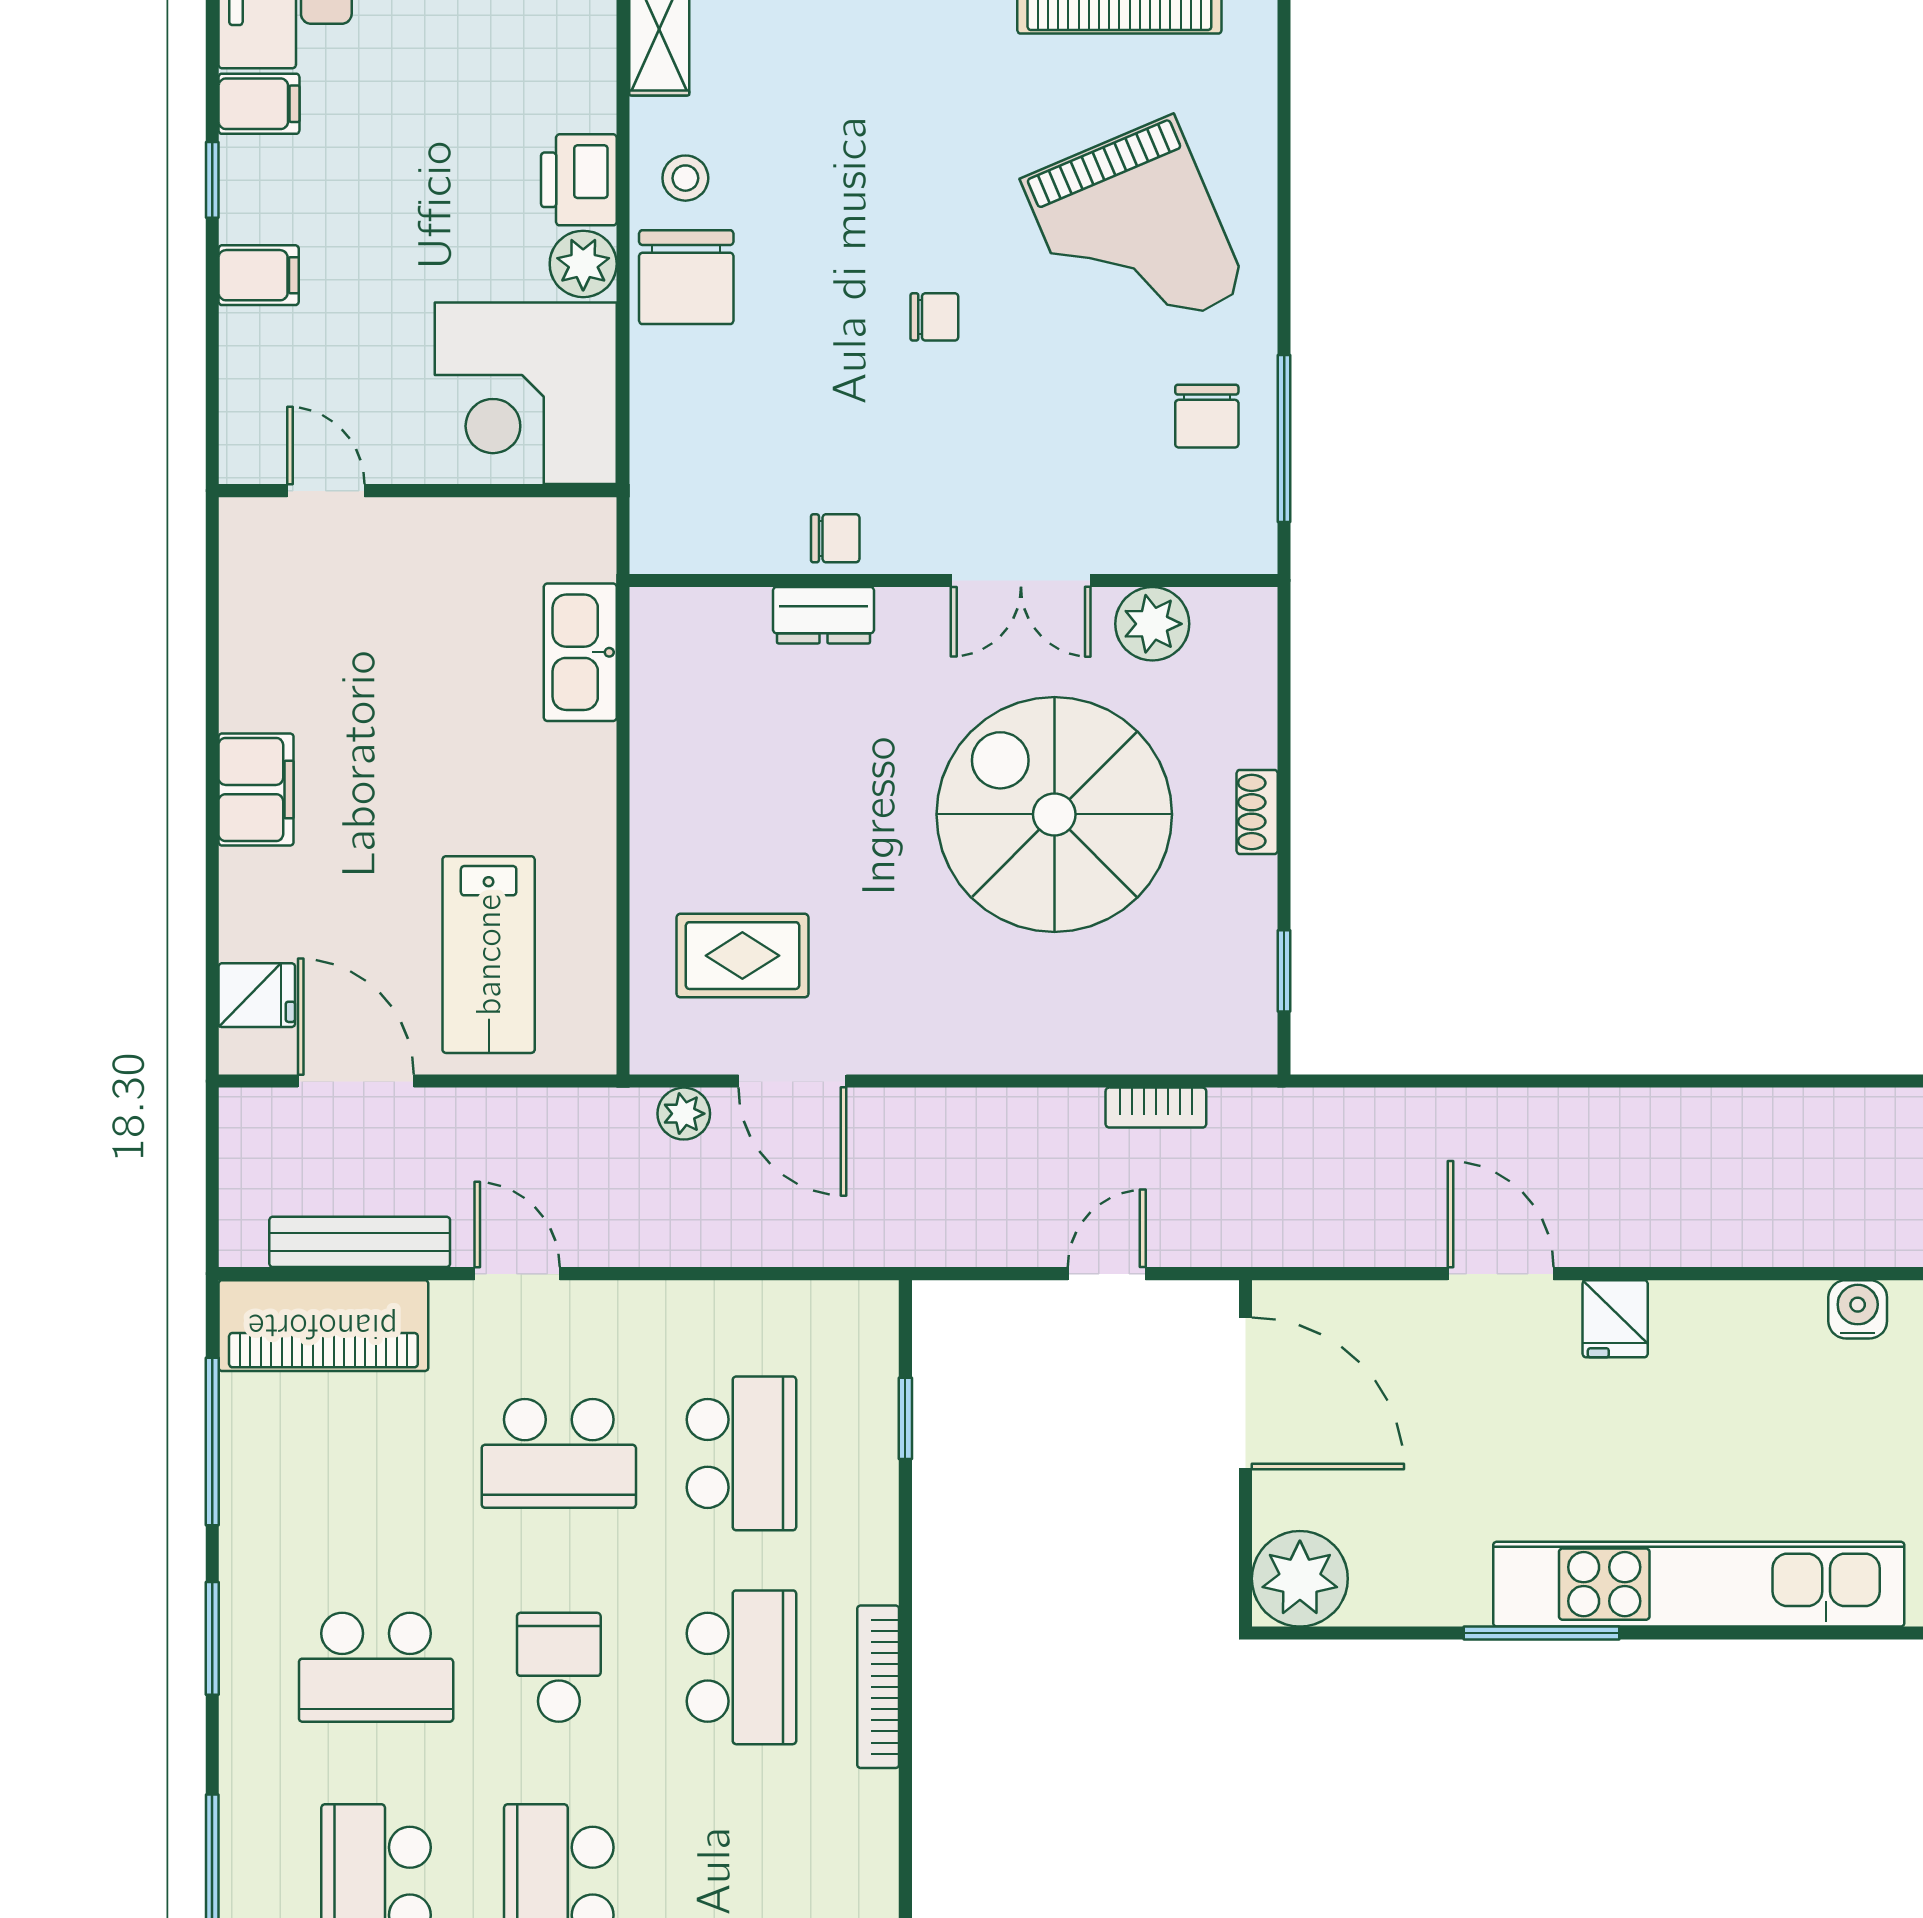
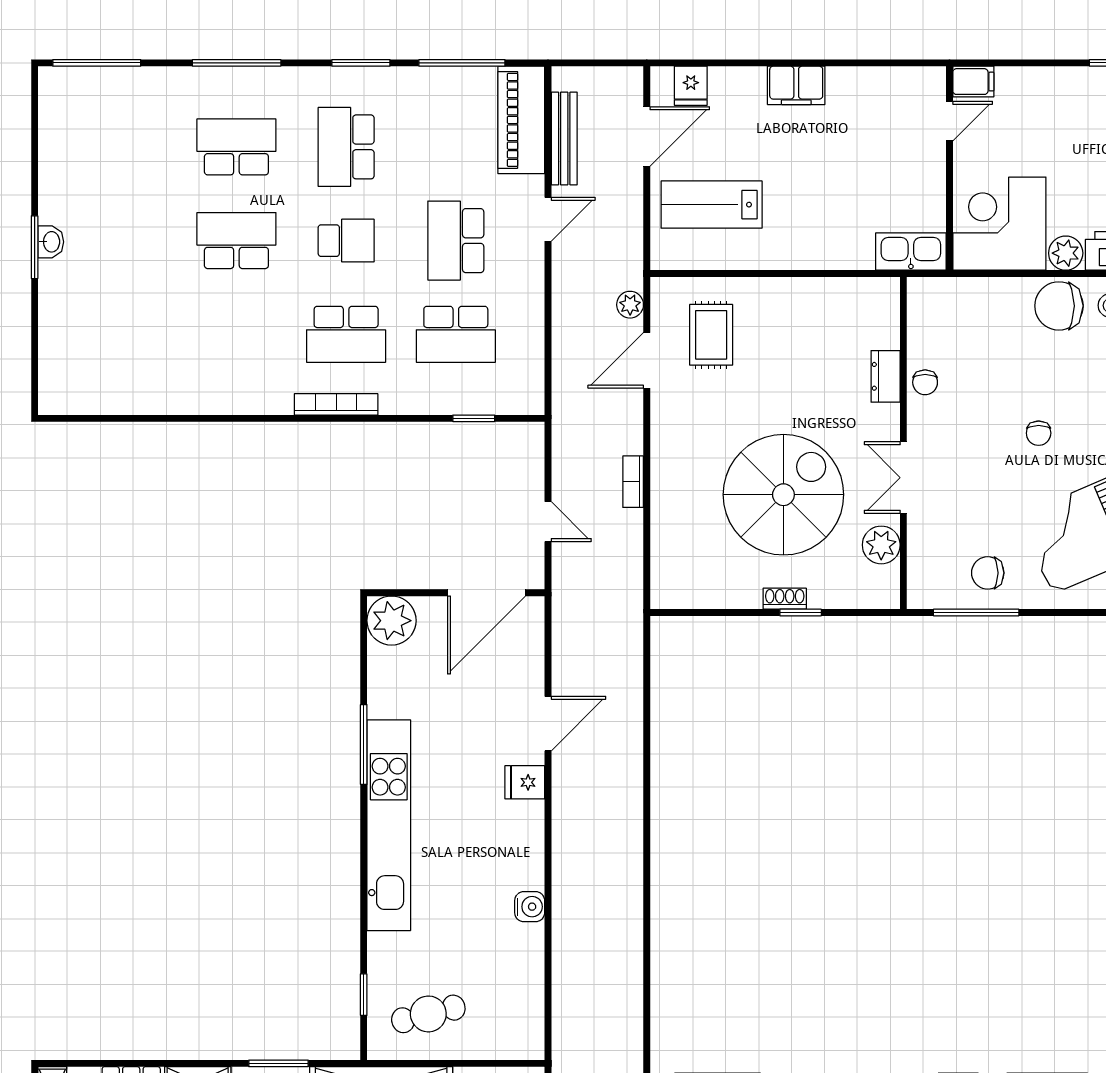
filing cabinet: (259, 275) -> (973, 82), moved, turned -90
kitchen sink: (580, 652) -> (911, 252), moved
window: (1284, 971) -> (801, 612), moved
bookcase: (1156, 1108) -> (633, 482), moved

